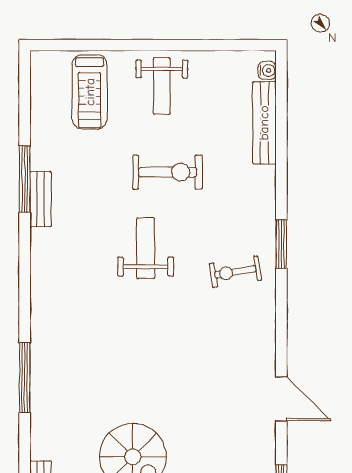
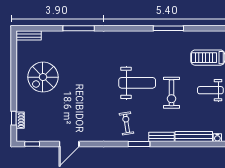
bench: (41, 199) -> (162, 137), moved
weight bench: (146, 248) -> (137, 83), width x1.36, depth x1.33

